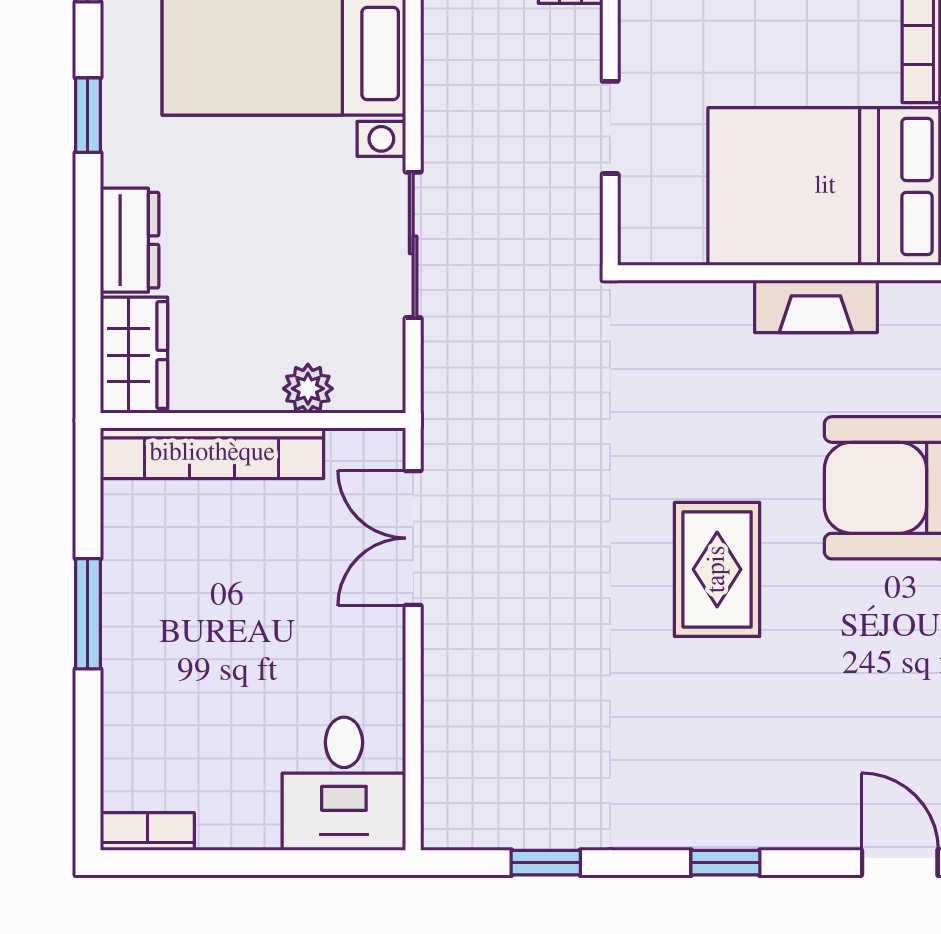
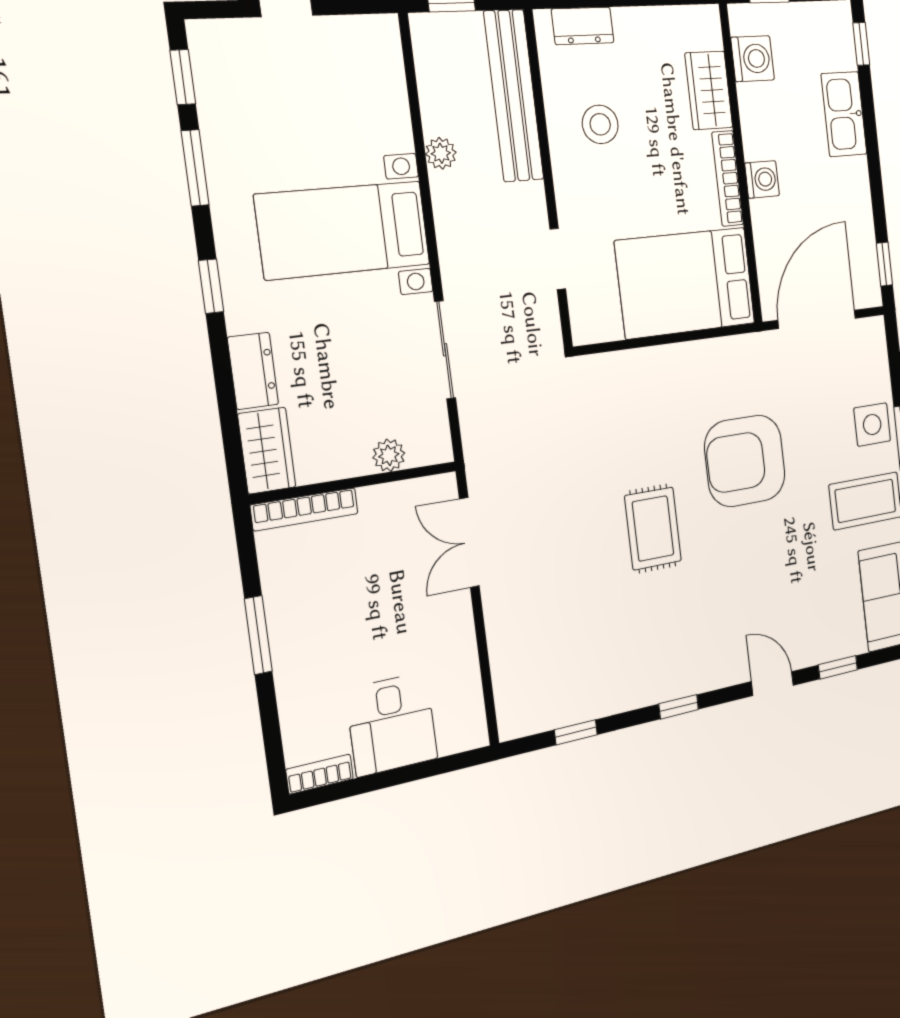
fireplace: (816, 306) -> (689, 357), removed
bookcase: (212, 453) -> (305, 509), width x0.68, depth x0.76
desk: (344, 784) -> (392, 724), moved

